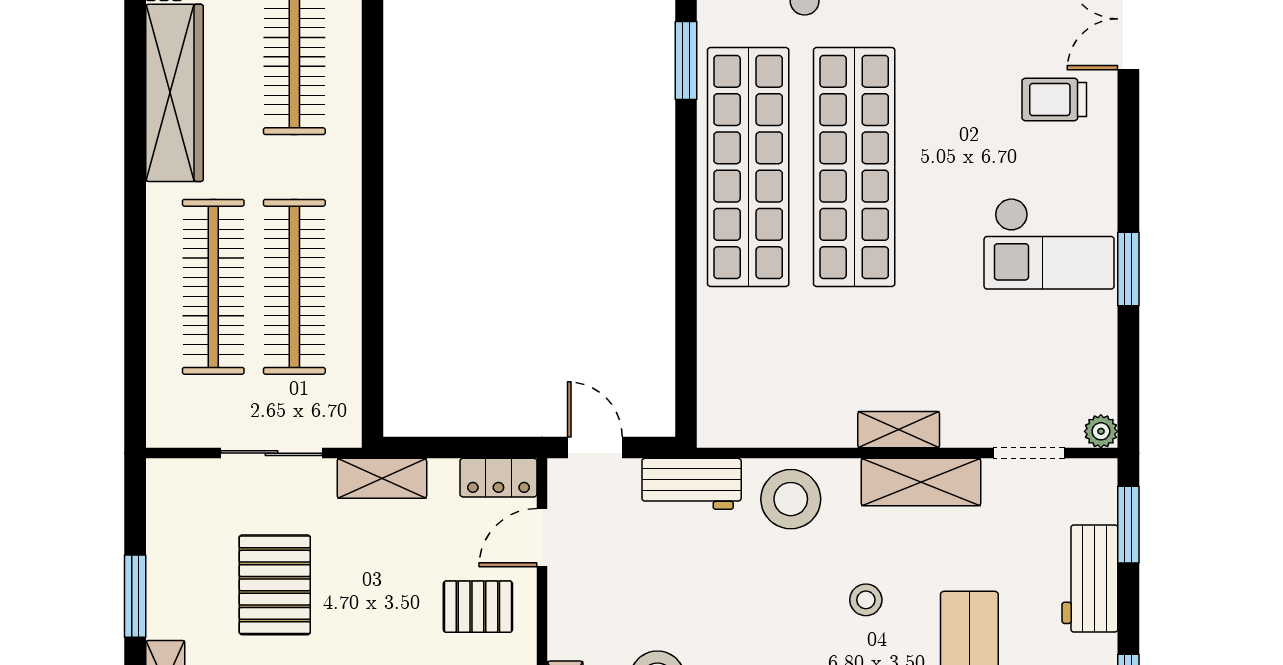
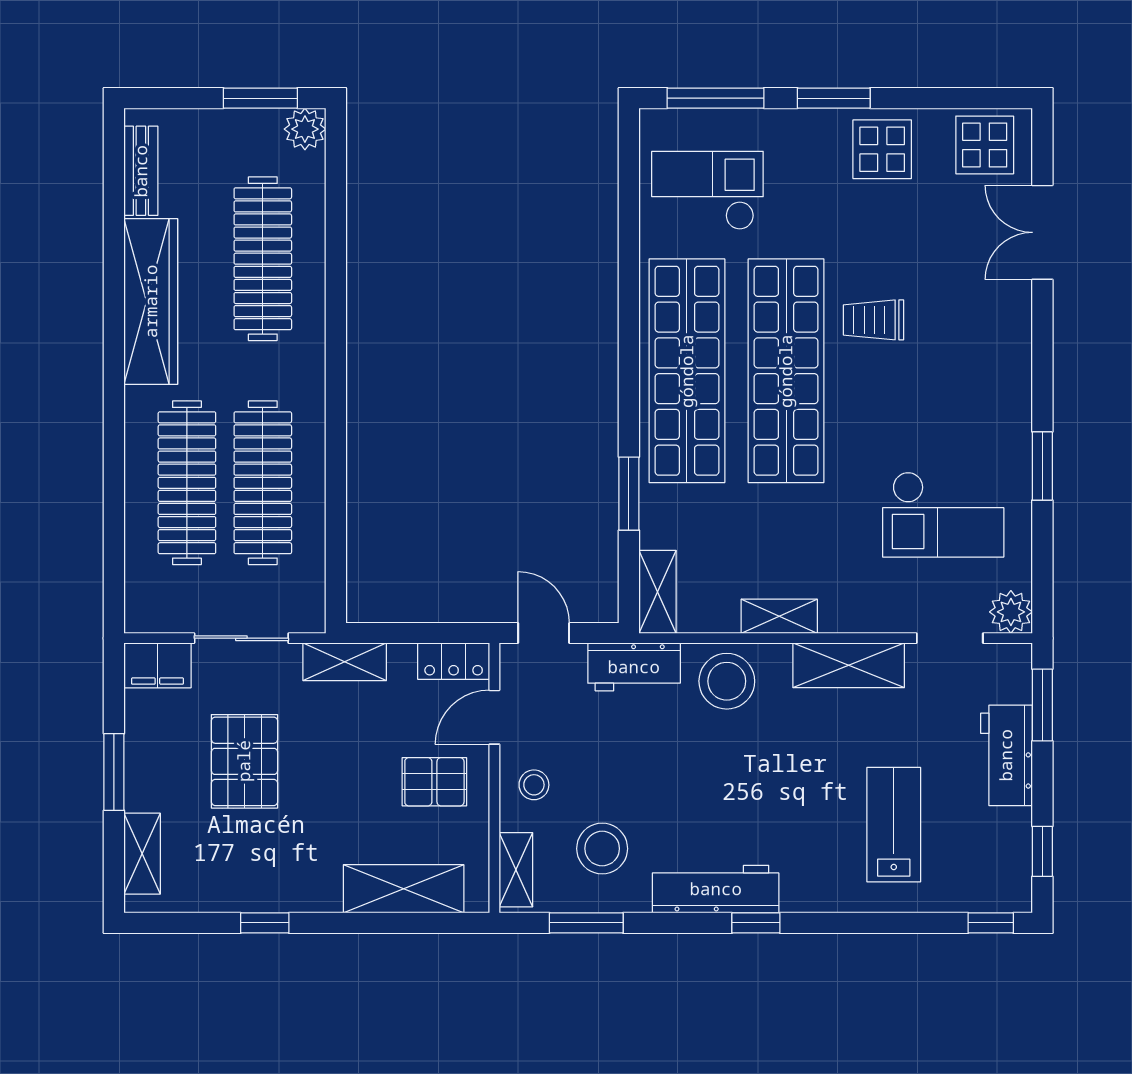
window: (686, 60) -> (629, 494), moved
trolley: (1054, 99) -> (874, 320), moved
checkout: (1049, 244) -> (943, 514), moved
shelving: (717, 404) -> (657, 592), added
shelving: (899, 430) -> (779, 616), moved
plant: (1101, 431) -> (1011, 612), width x1.38, depth x1.38
filing cabinet: (182, 482) -> (157, 665), added
stool: (866, 600) -> (534, 785), moved

